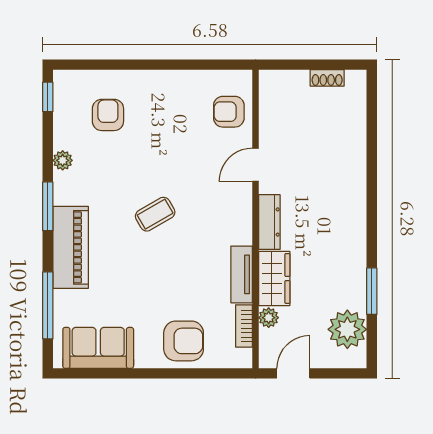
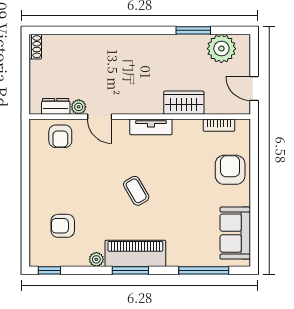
shoe rack: (327, 78) -> (35, 47), moved
dresser: (269, 222) -> (56, 106), moved, width x0.70
piano: (71, 247) -> (135, 253), moved
tv unit: (242, 274) -> (151, 127), moved
plant: (269, 318) -> (79, 107), moved

